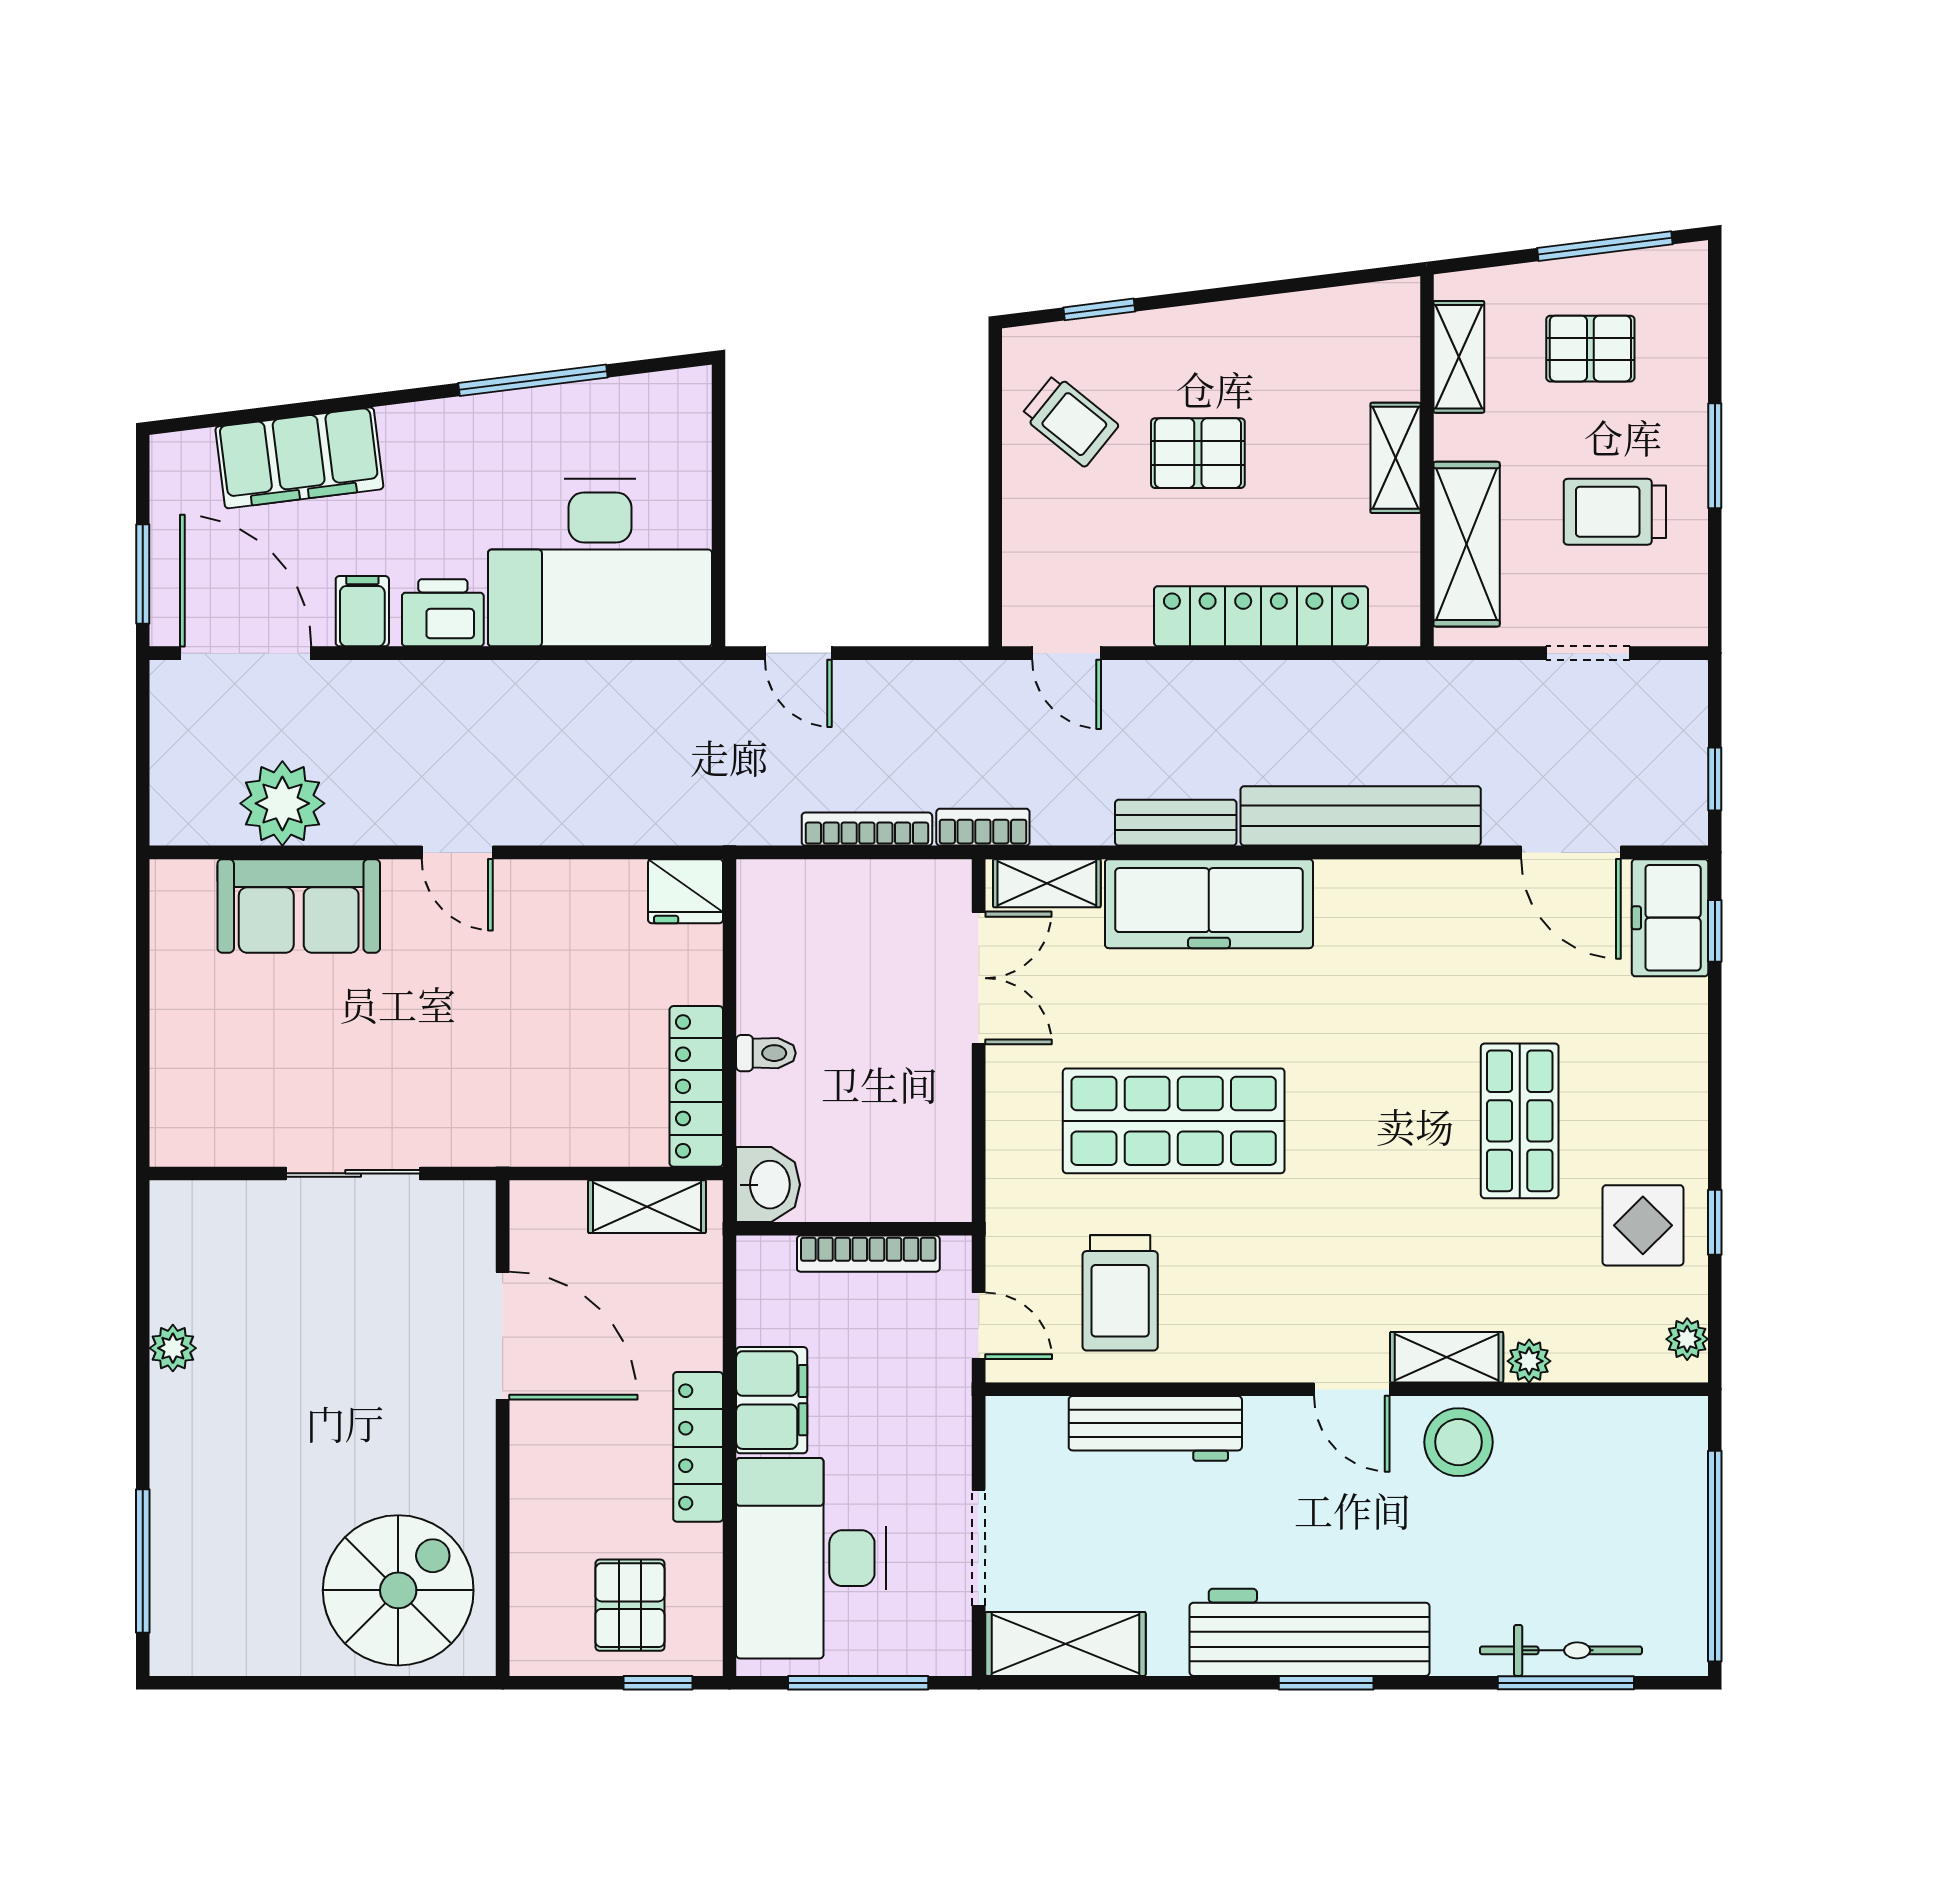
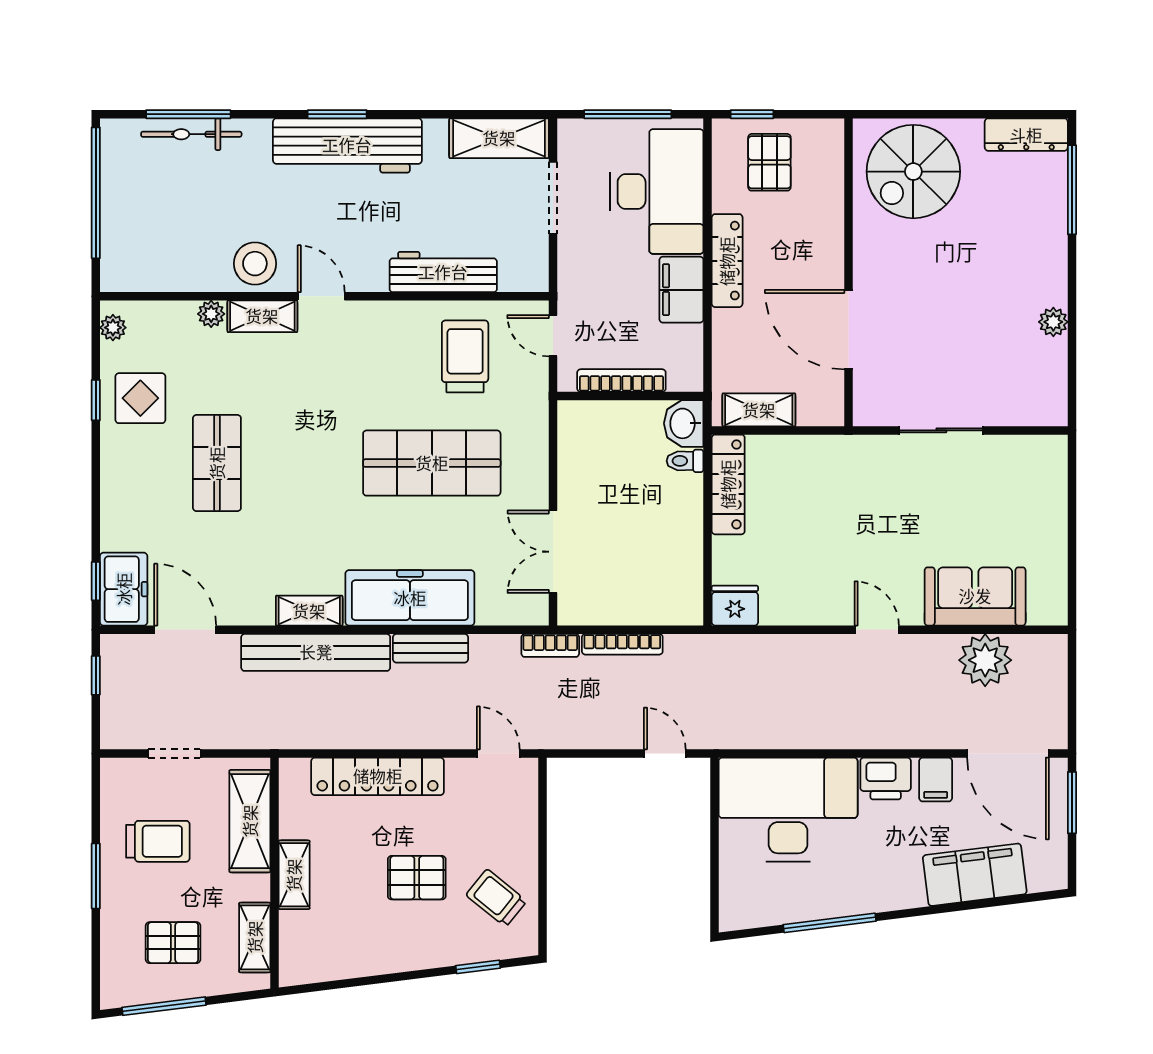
shelving: (1047, 883) -> (309, 611), moved
toilet: (766, 1053) -> (685, 461), moved
dresser: (216, 1650) -> (1026, 135), added

